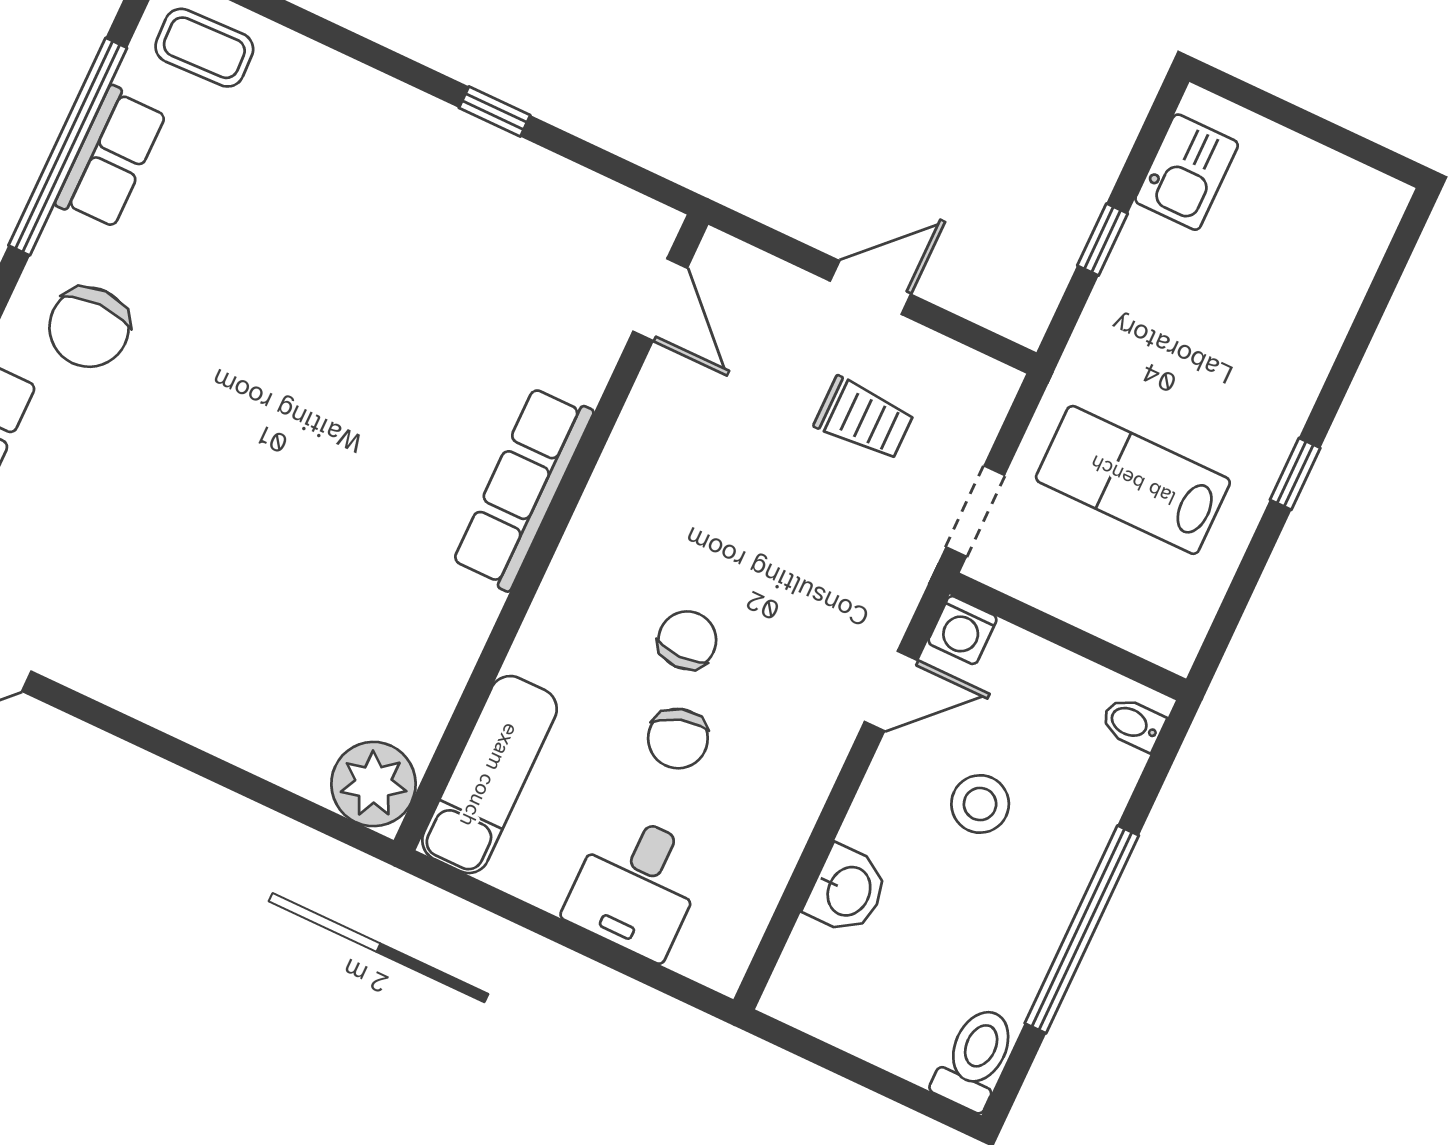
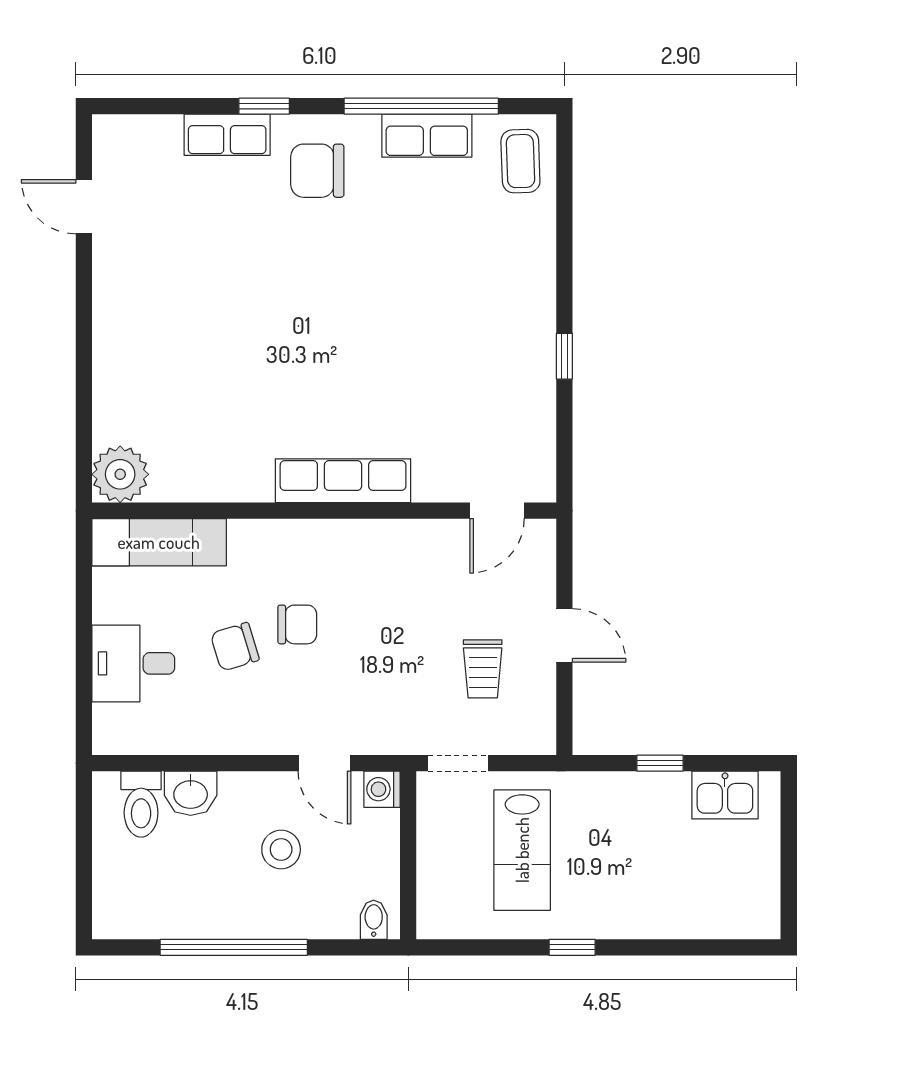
lab bench: (1133, 480) -> (522, 850), turned 180
toilet: (975, 1058) -> (141, 804), moved, turned 90

